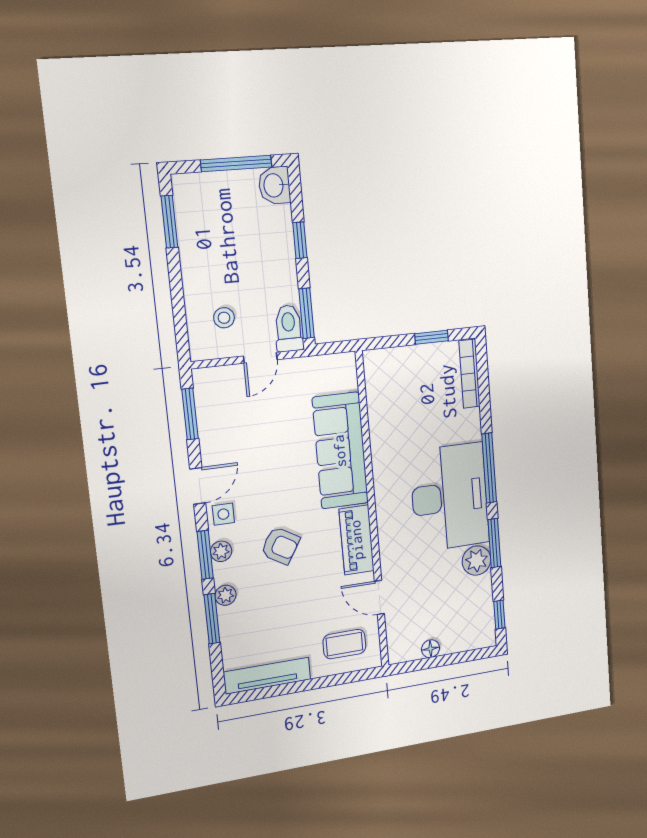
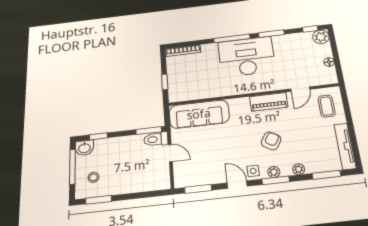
window: (300, 240) -> (98, 136), moved
stool: (224, 318) -> (93, 177), moved
window: (432, 337) -> (165, 82), moved
sofa: (340, 451) -> (199, 114), moved
plant: (476, 561) -> (321, 37), moved
window: (212, 619) -> (326, 175), moved

